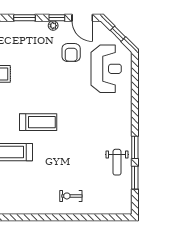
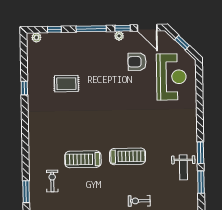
window: (25, 18) -> (91, 29), width x1.44
armchair: (71, 53) -> (137, 62), turned 90
treadmill: (38, 122) -> (127, 156), moved

